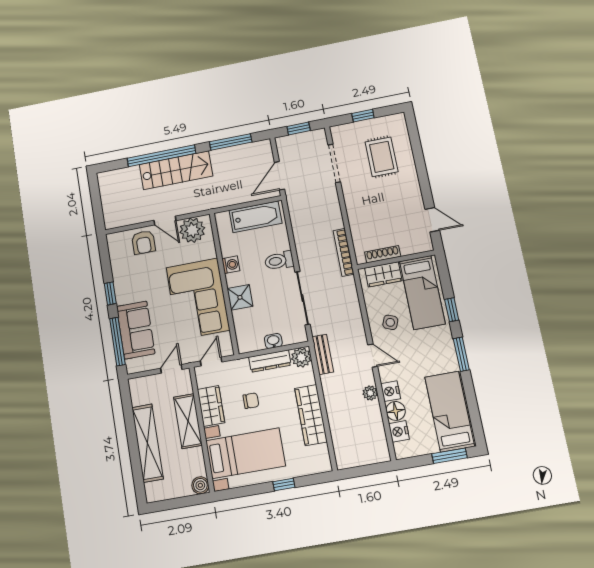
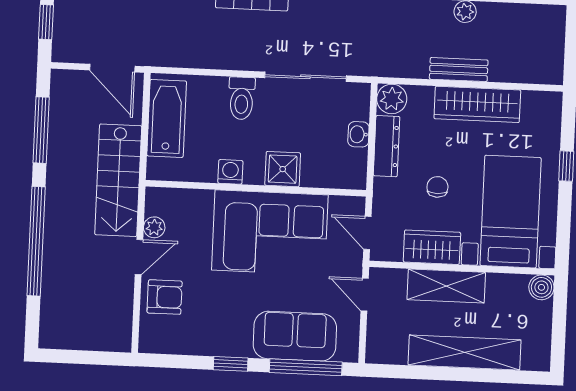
stairs: (176, 170) -> (118, 180), moved, turned 180
plant: (192, 230) -> (154, 227), width x0.53, depth x0.53
bench: (323, 354) -> (459, 70), moved

